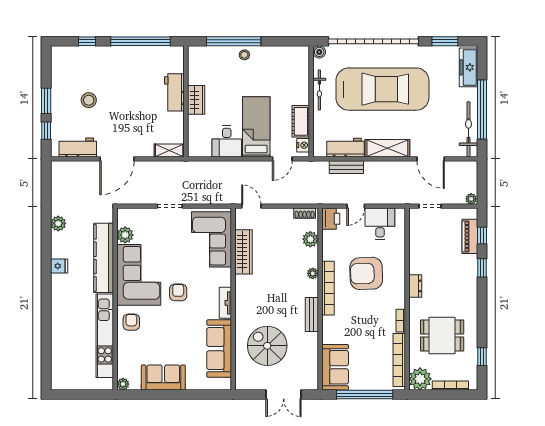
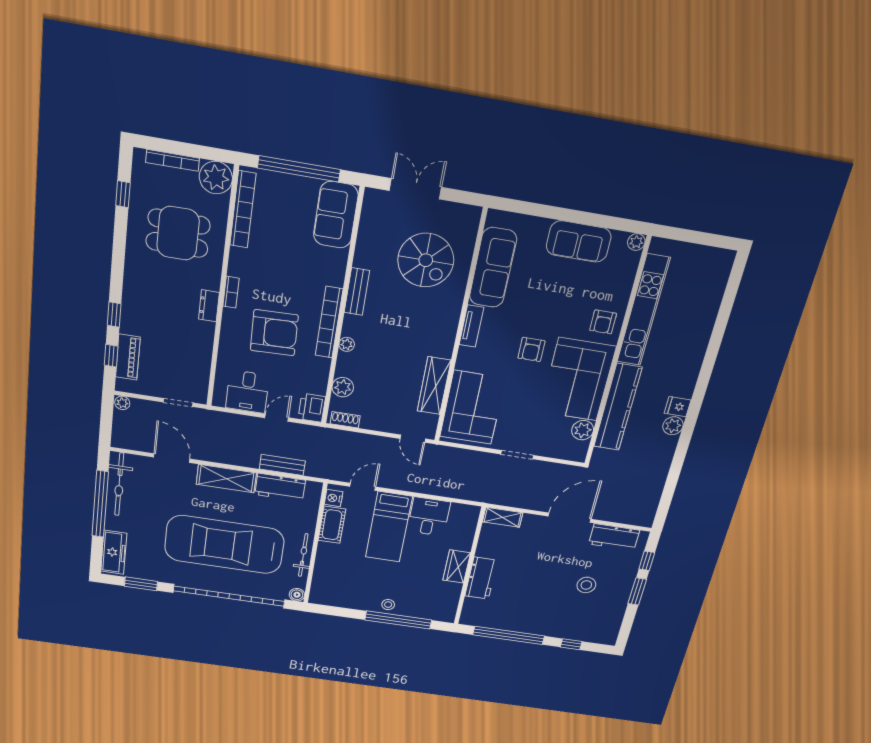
plant: (58, 223) -> (673, 426), moved
bookcase: (401, 321) -> (231, 292), moved

